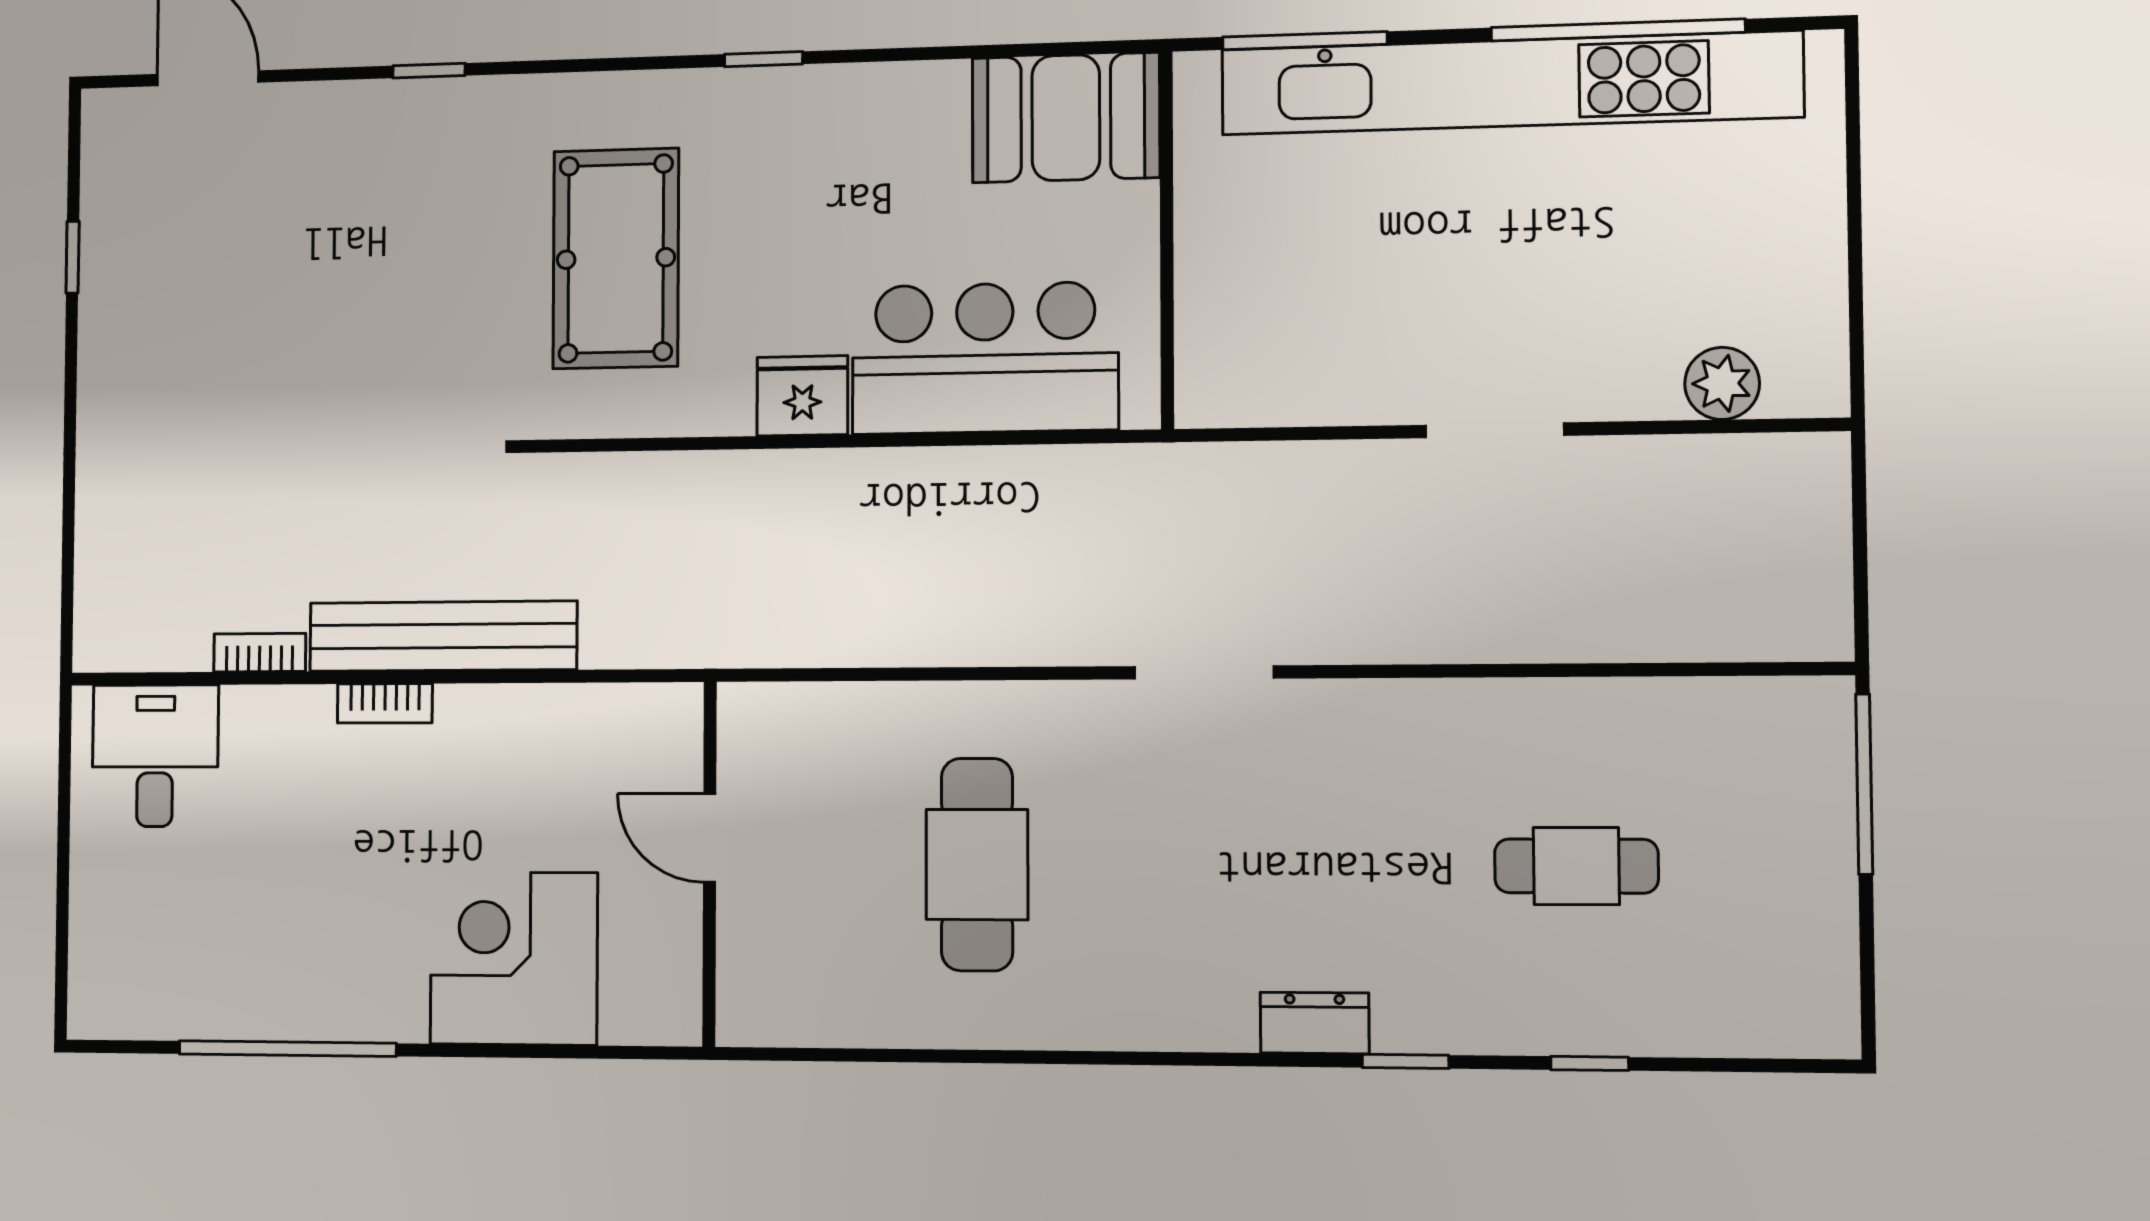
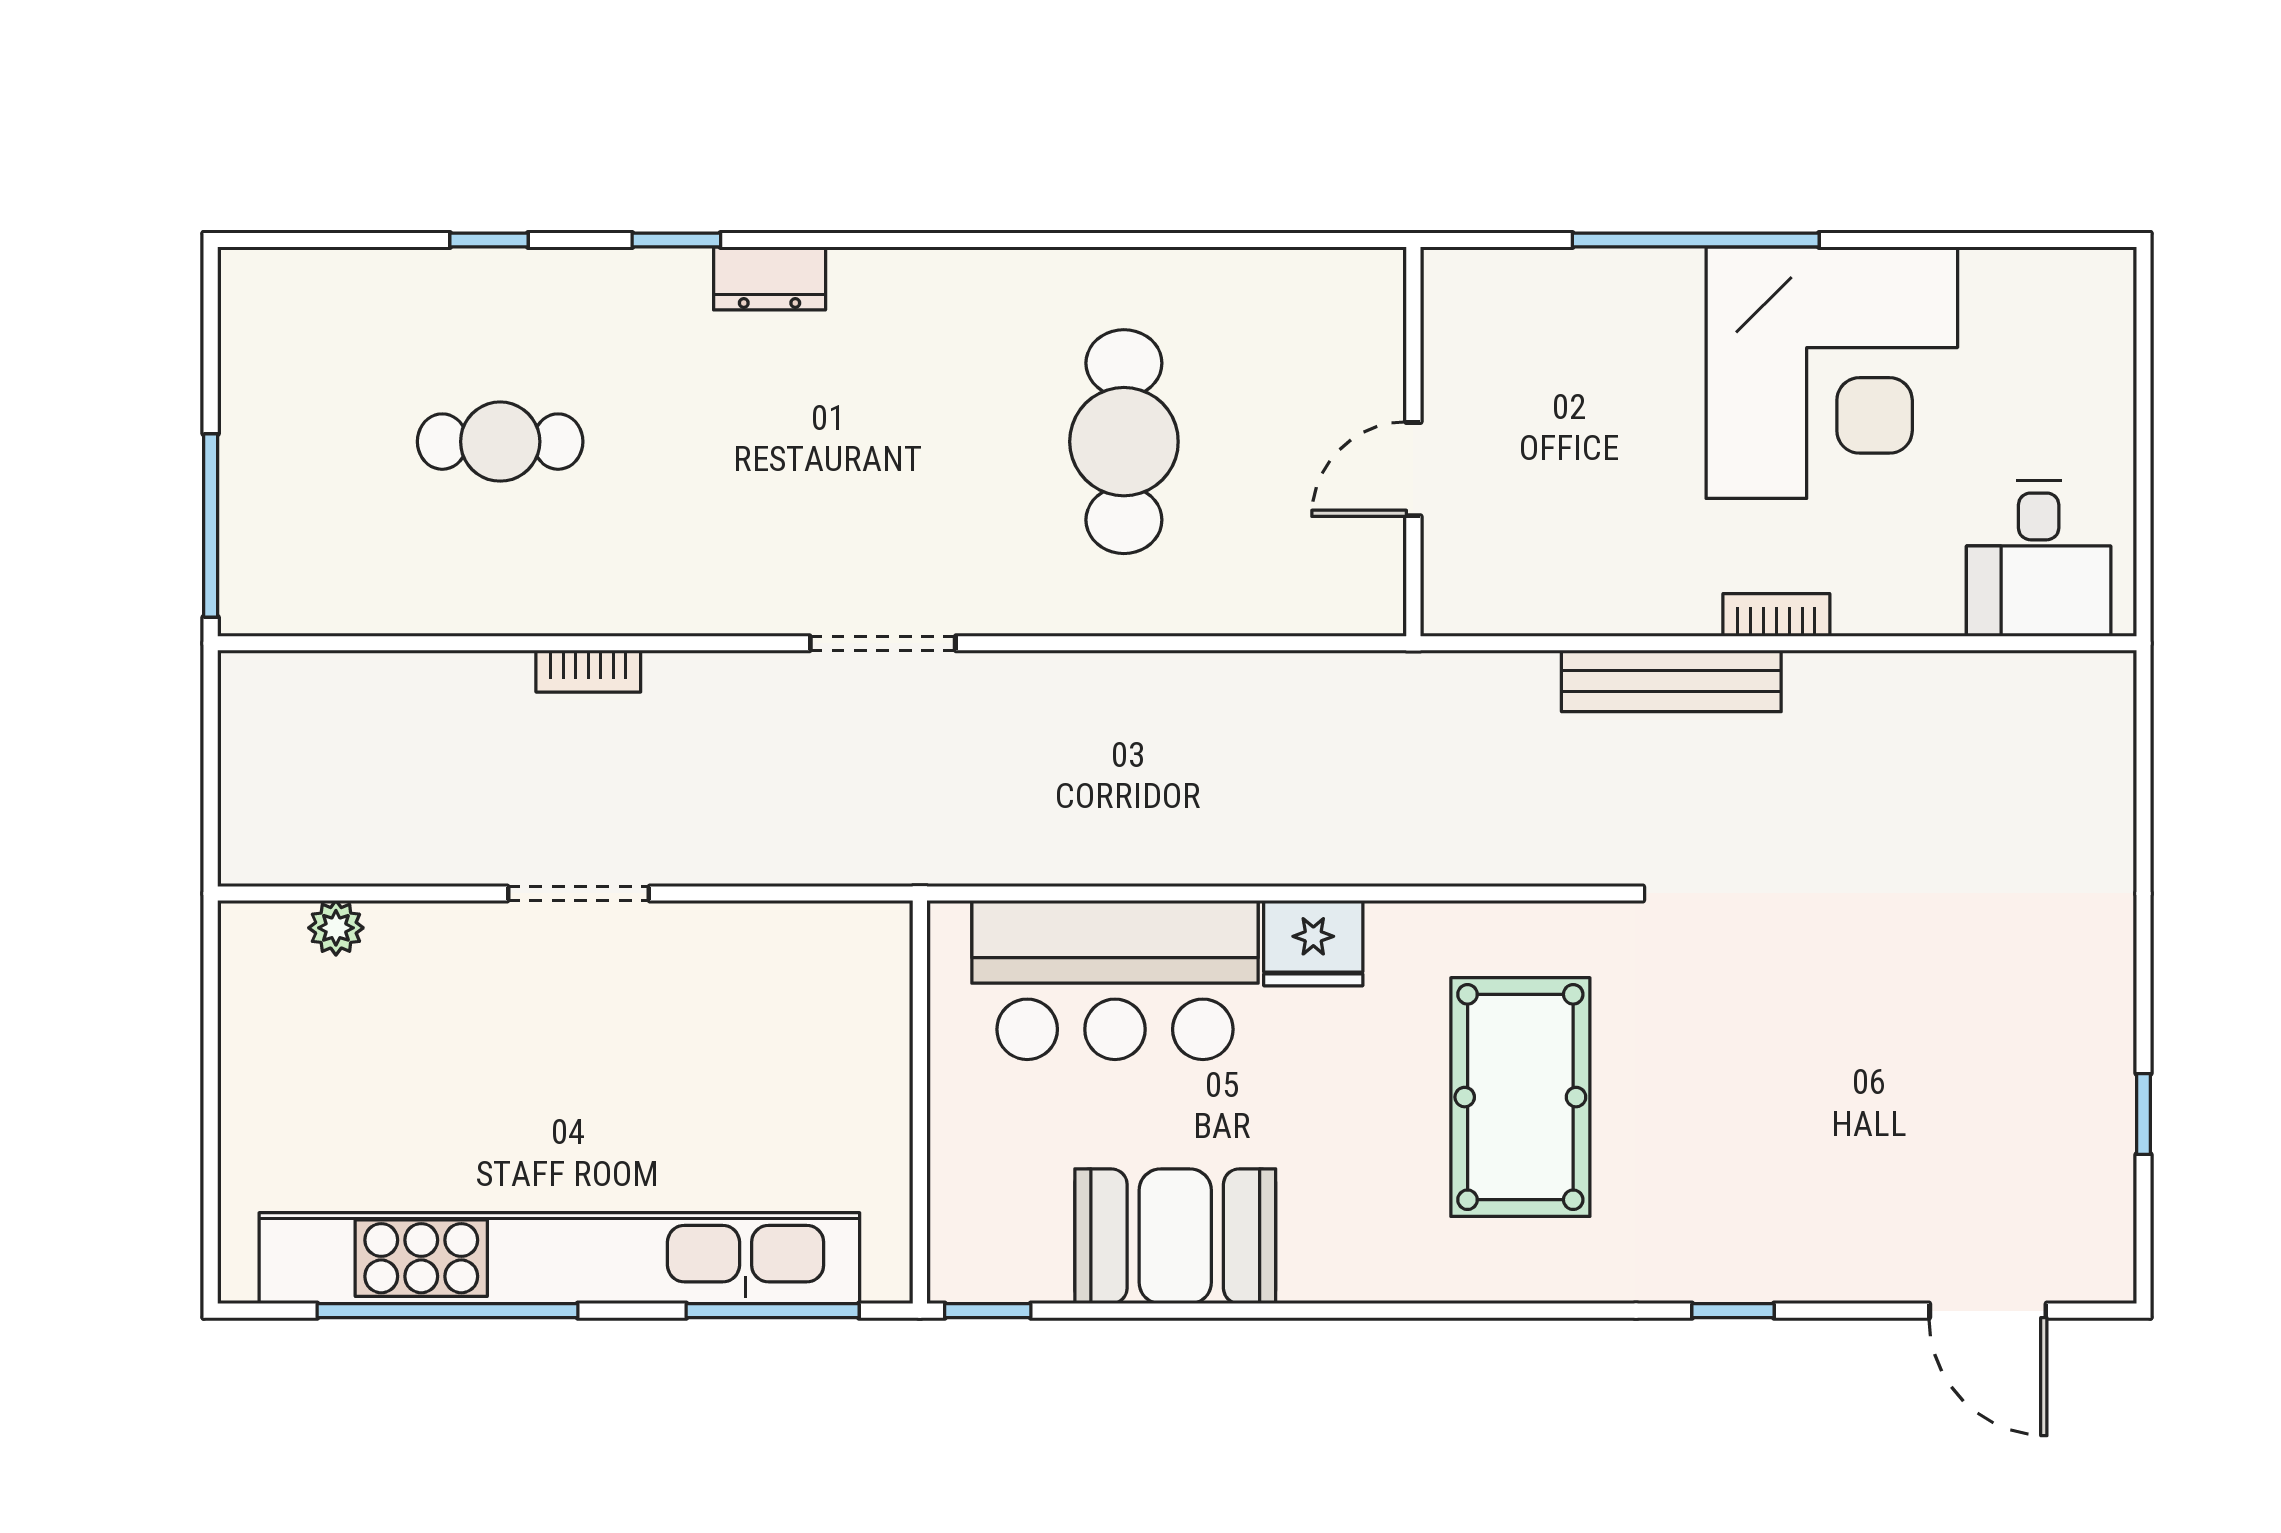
window: (763, 59) -> (988, 1311), moved
booth: (1066, 118) -> (1175, 1236), moved
plant: (1722, 383) -> (336, 928), width x0.73, depth x0.73
bench: (443, 636) -> (1671, 681), width x0.73, depth x0.82
bookcase: (260, 653) -> (588, 671), moved
door: (710, 838) -> (1413, 469), swing flipped
corner desk: (514, 958) -> (1832, 373), moved, width x1.36, depth x1.36
window: (287, 1049) -> (1696, 240), moved

